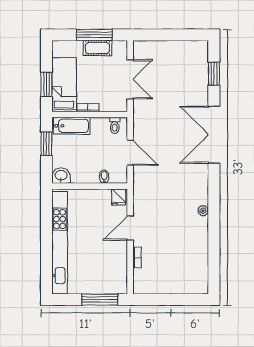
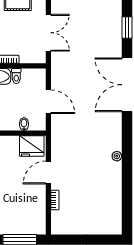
toilet: (115, 125) -> (16, 76), moved
fridge: (119, 197) -> (32, 146), width x1.88, depth x1.34

